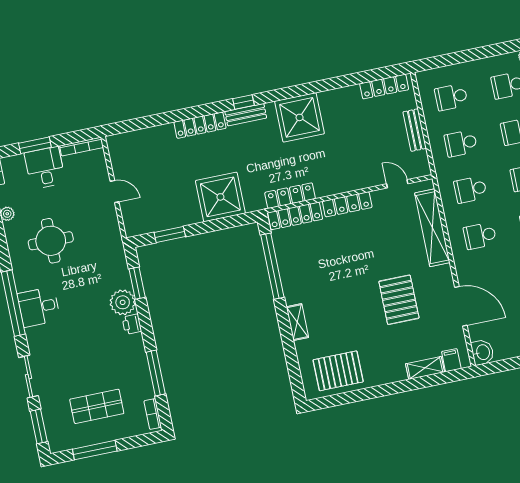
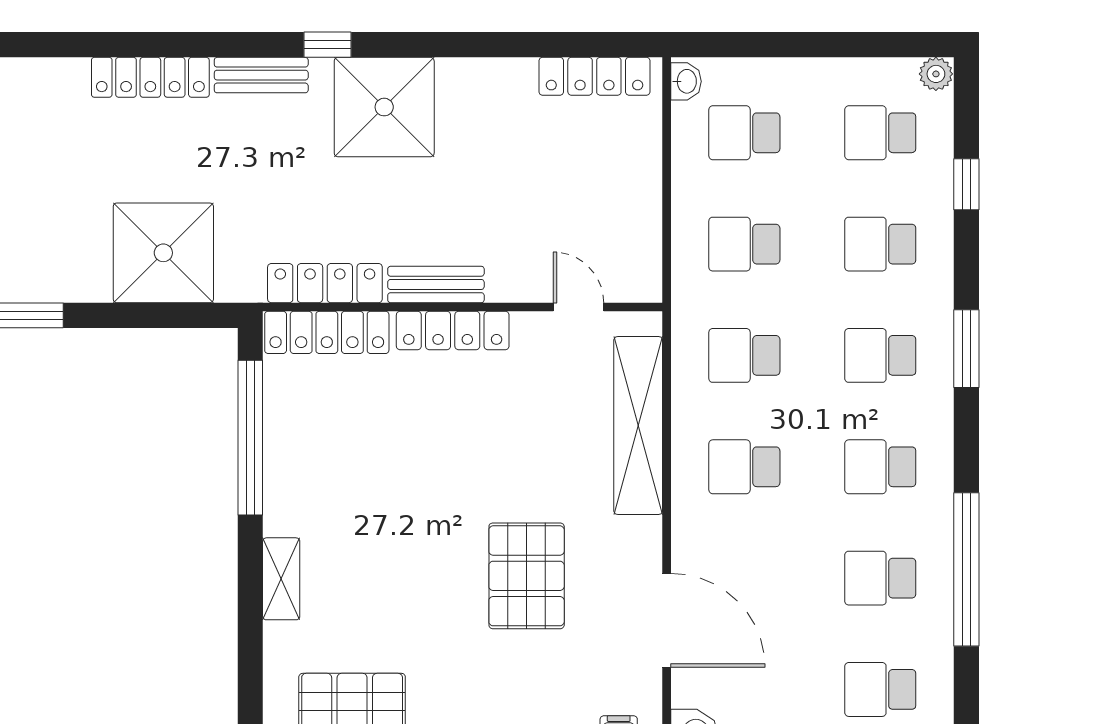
washbasin: (423, 81) -> (686, 81), added
window: (243, 102) -> (327, 45), moved
bench: (415, 130) -> (436, 284), moved, turned 90

